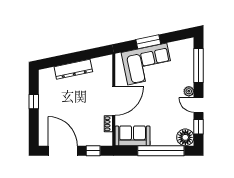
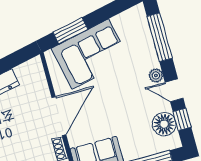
window: (148, 42) -> (70, 31), moved
floor lamp: (185, 137) -> (164, 124), moved

